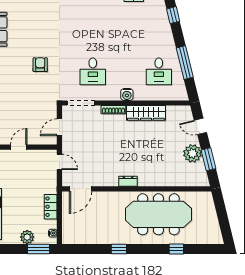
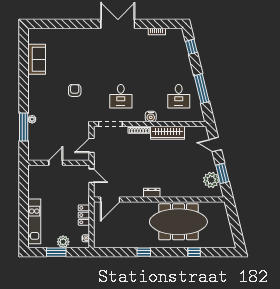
plant: (193, 153) -> (211, 180), moved
window: (39, 249) -> (56, 252), moved

